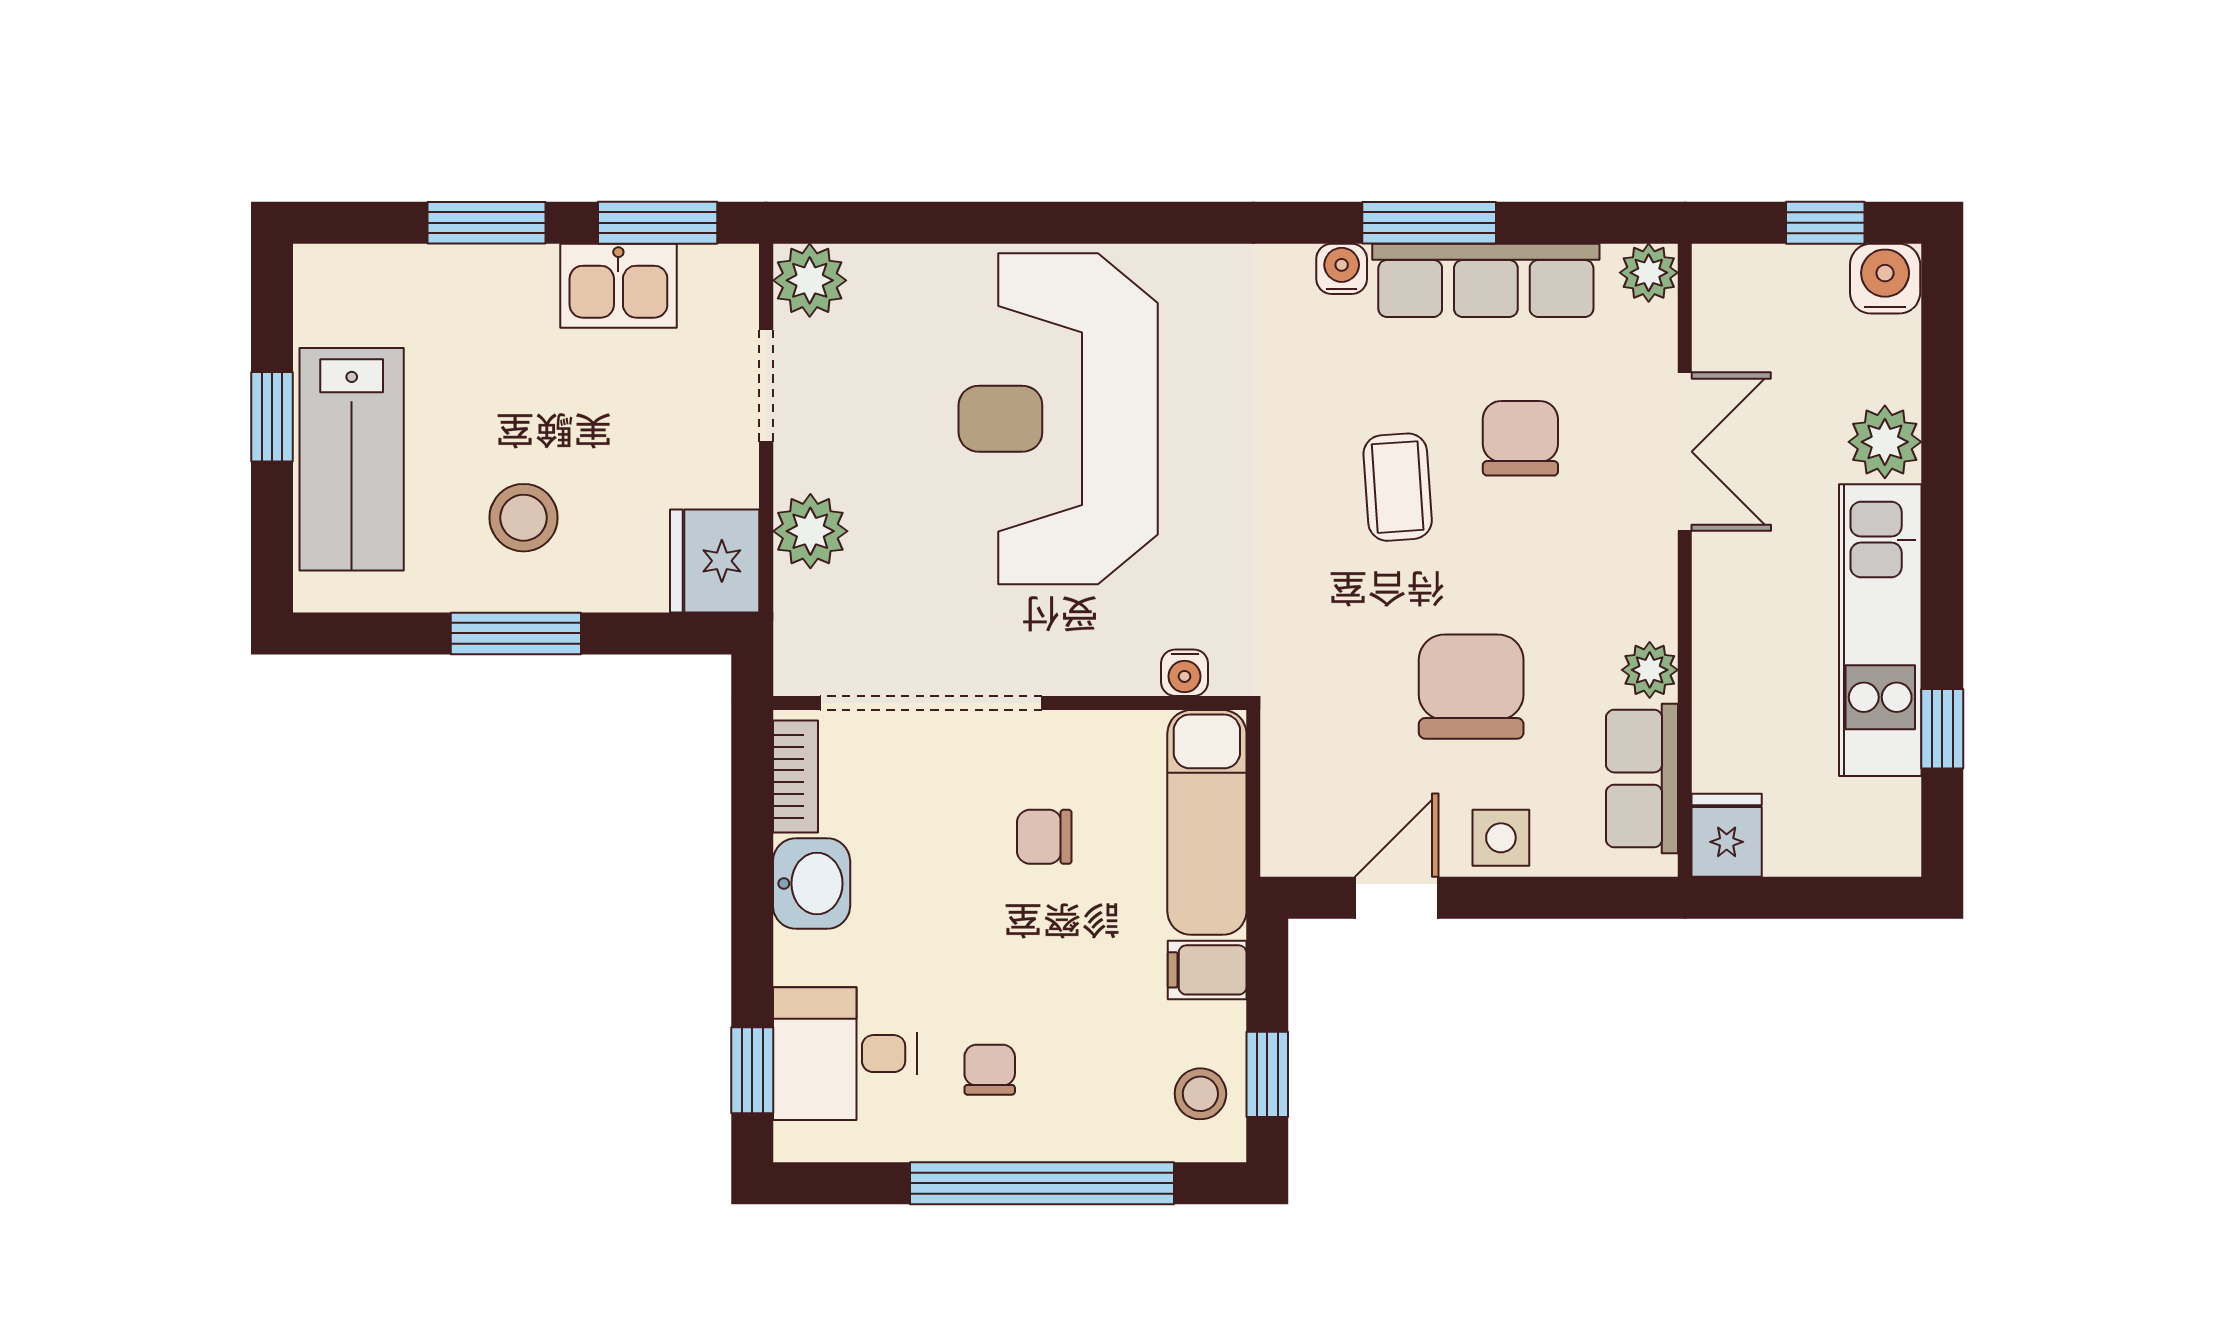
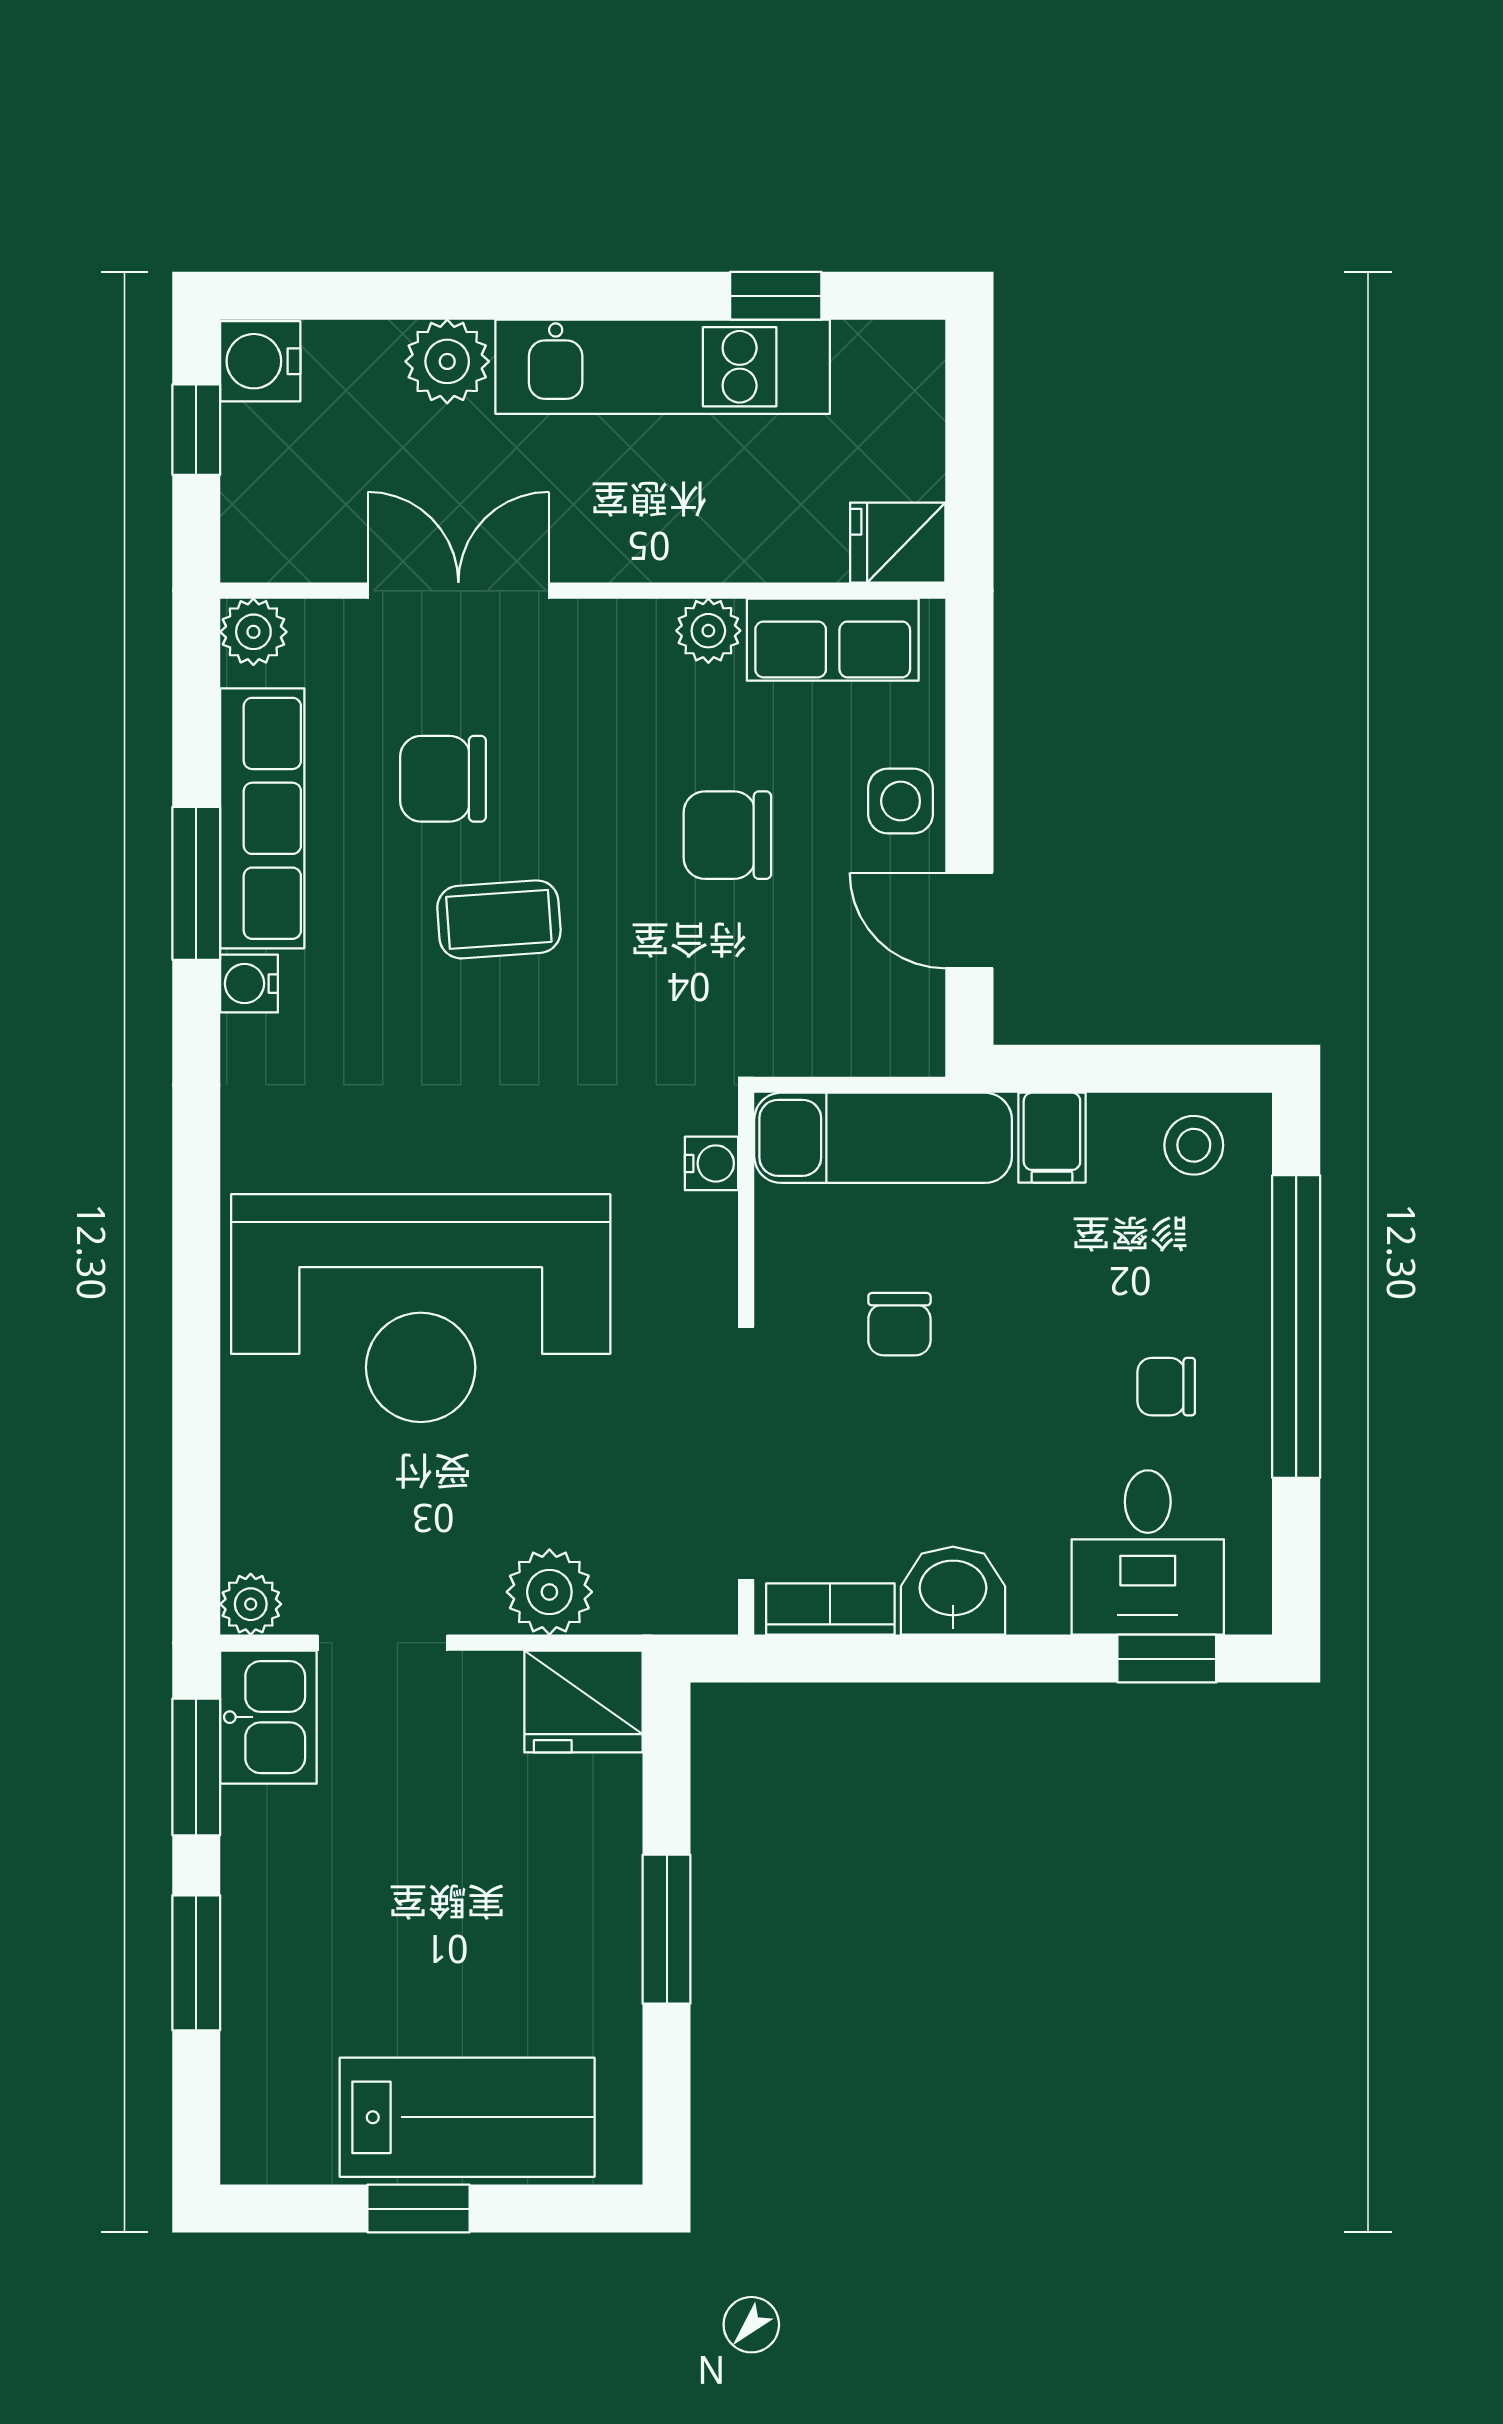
plant: (810, 280) -> (251, 1604), width x0.73, depth x0.73
kitchen sink: (618, 286) -> (268, 1717), moved
stool: (524, 518) -> (534, 1920), removed
chair: (1471, 687) -> (727, 835), width x0.73, depth x0.73
window: (1267, 1074) -> (1171, 1069), removed

